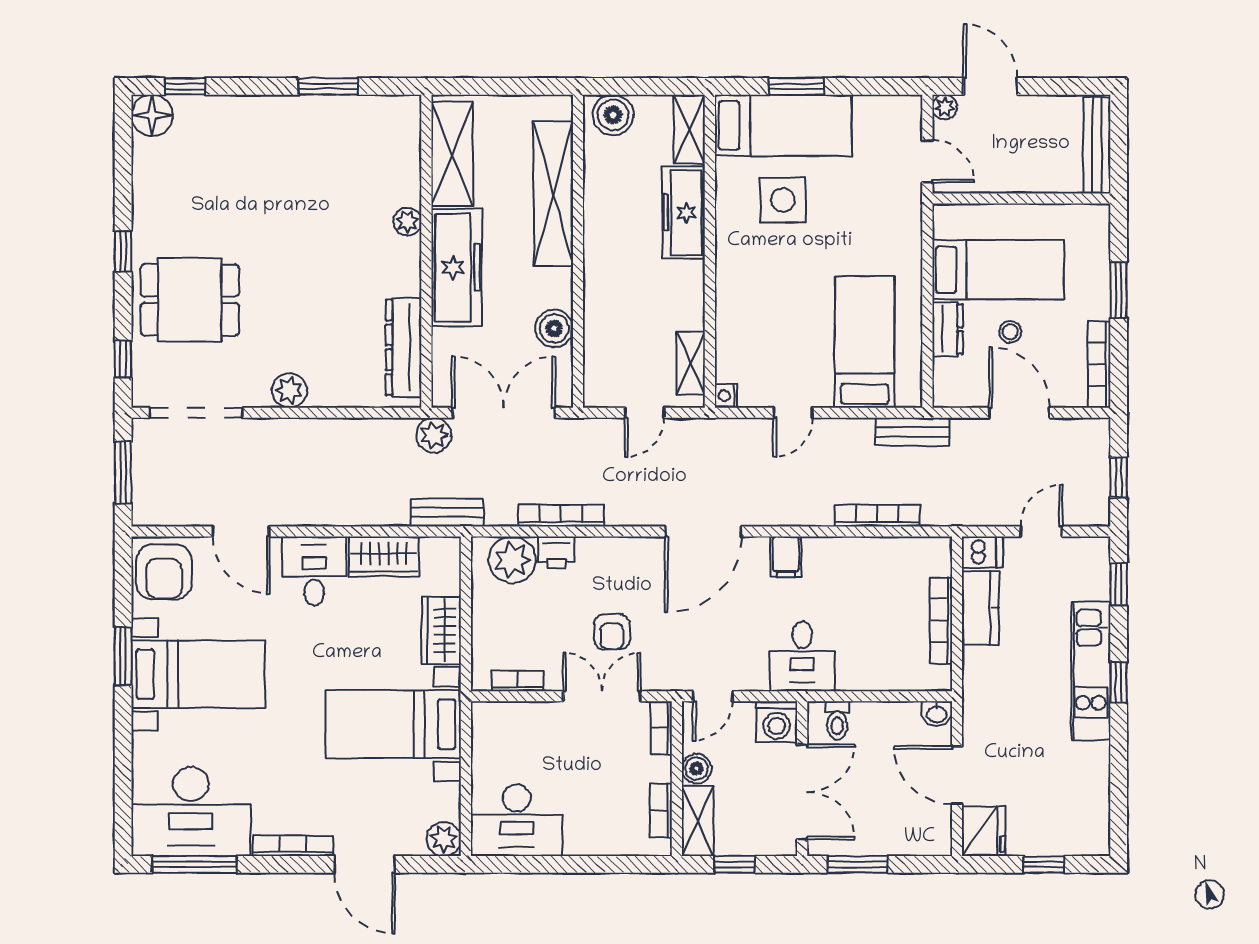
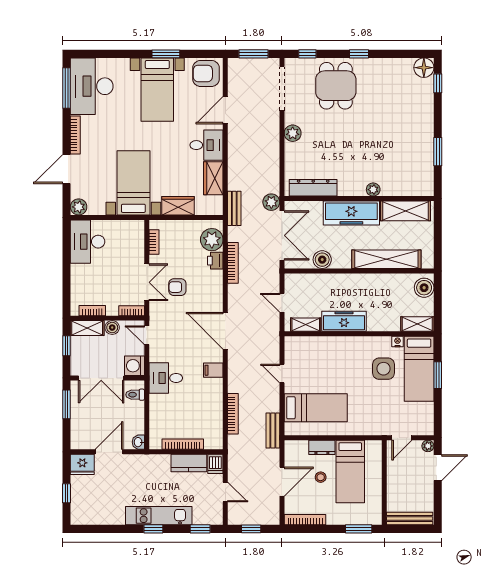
freezer: (683, 213) -> (344, 321), moved
window: (1119, 290) -> (359, 529), moved
nightstand: (726, 396) -> (397, 342), moved

